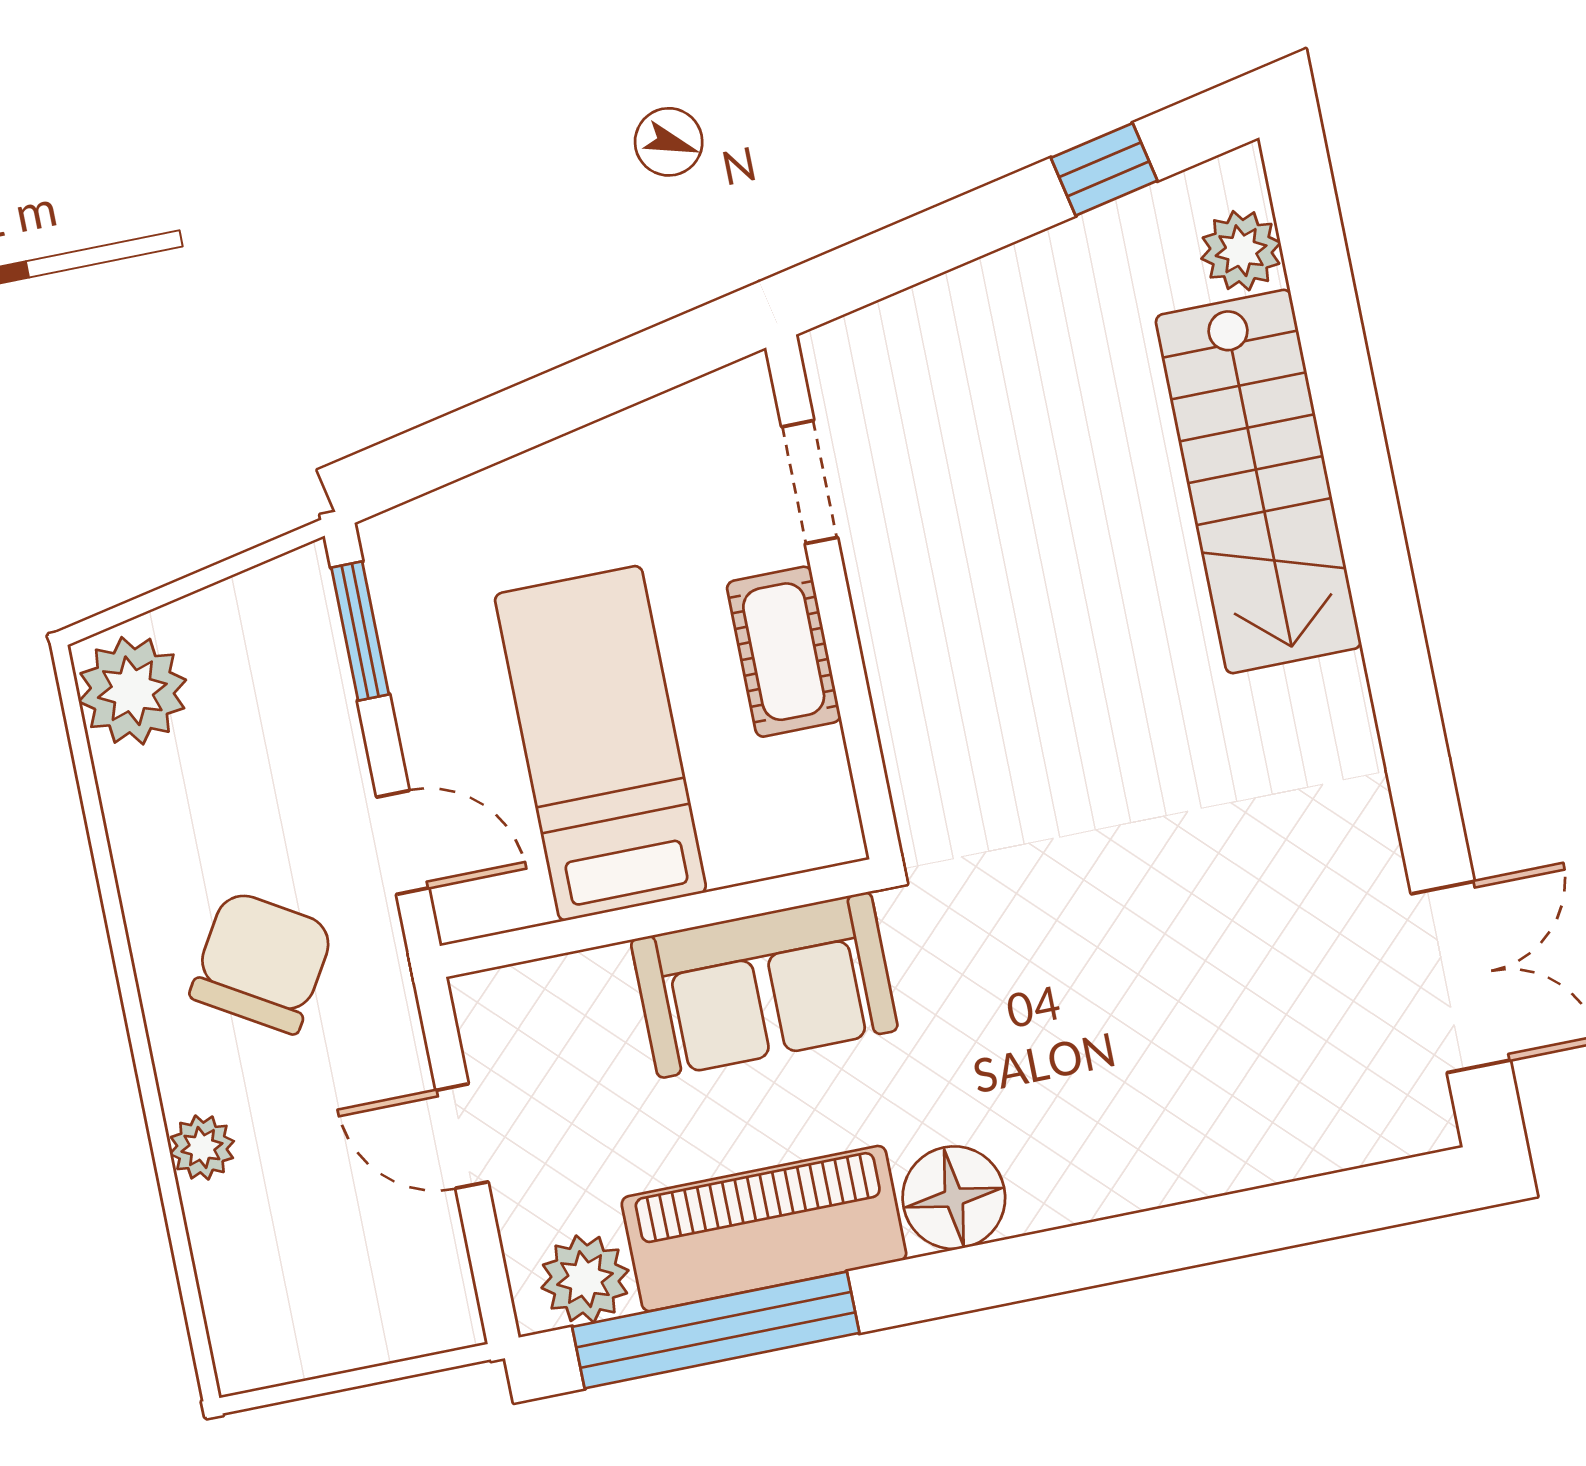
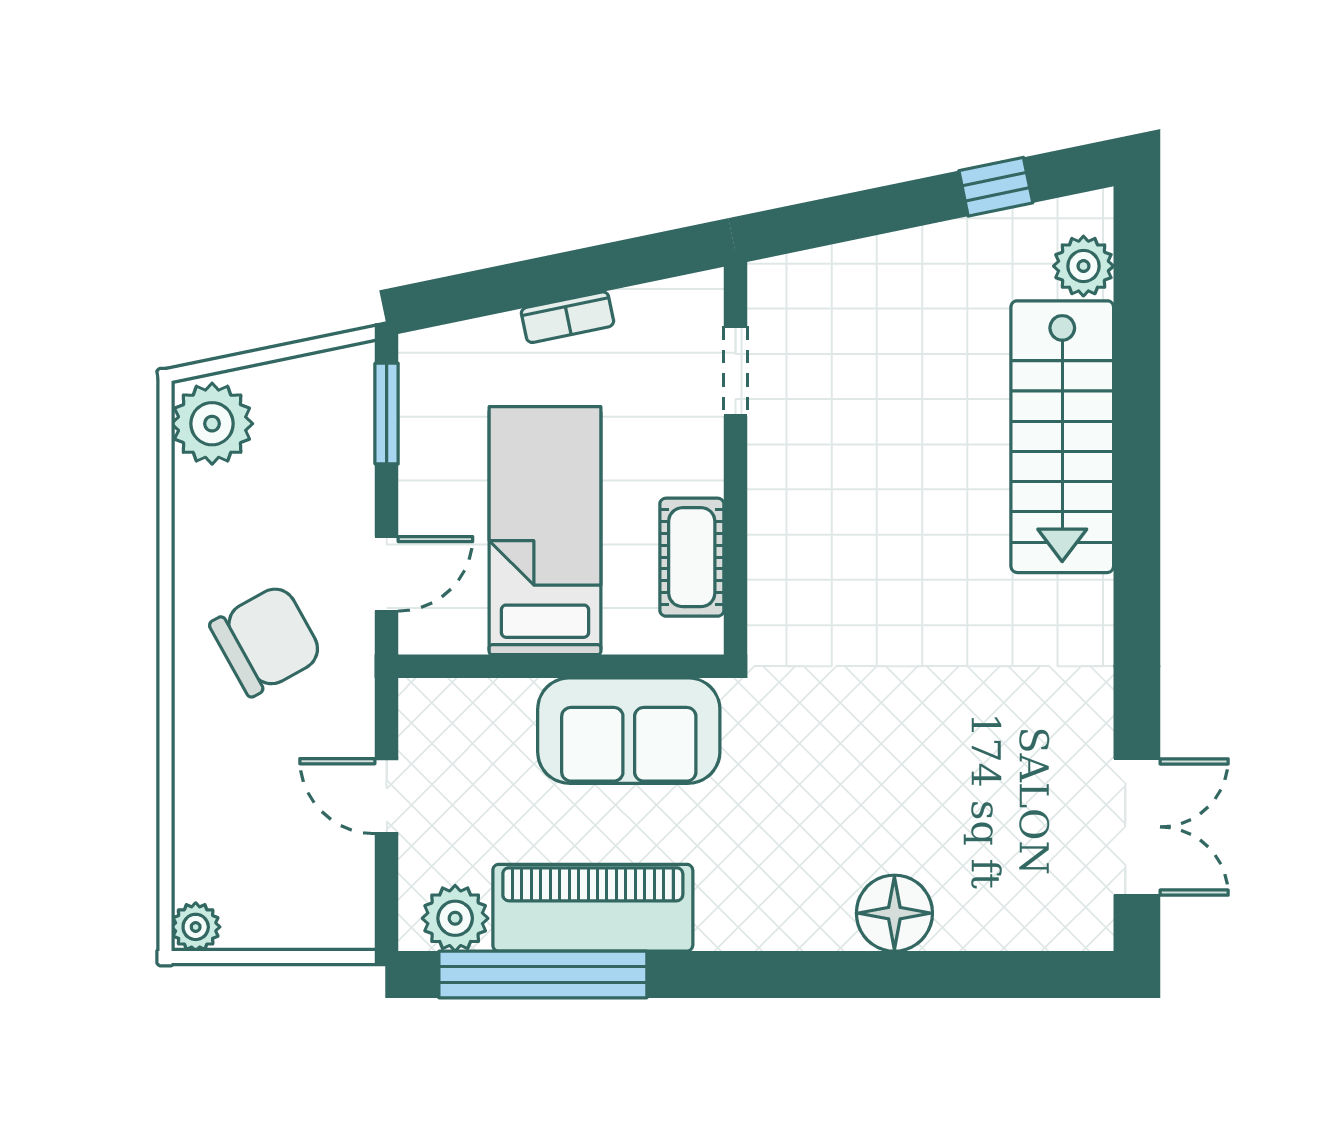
bookcase: (573, 456) -> (567, 317), added
cot: (784, 652) -> (692, 557), moved
door: (403, 842) -> (387, 574), hinge flipped
chair: (262, 962) -> (266, 640), turned 30
plant: (202, 1147) -> (196, 927), moved
floor lamp: (954, 1198) -> (894, 913), moved

